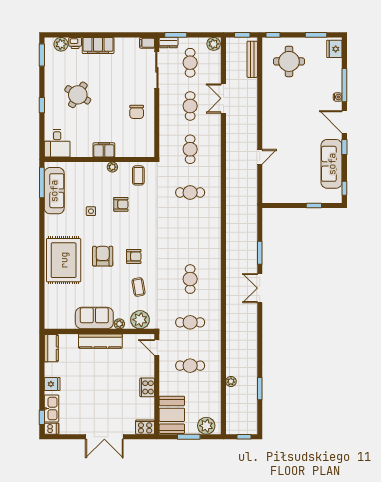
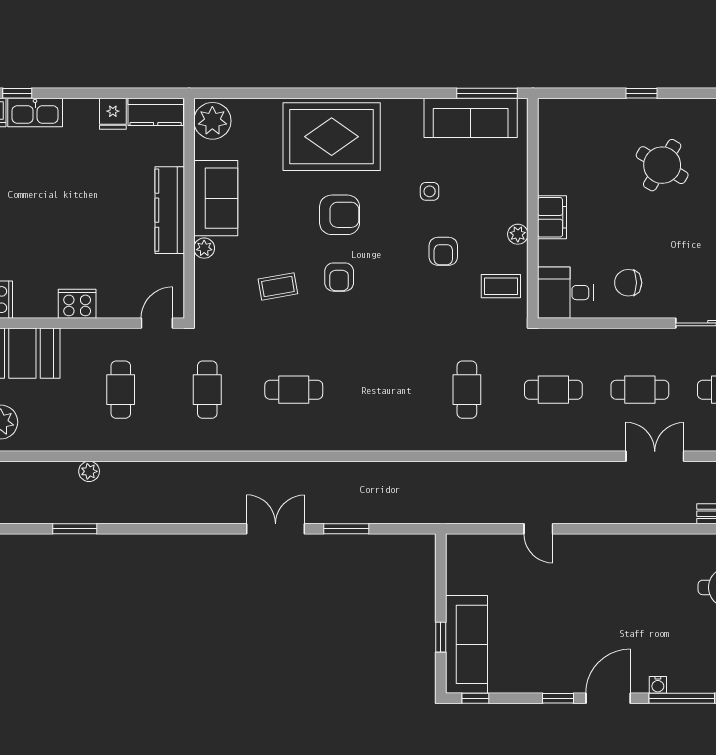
desk: (57, 143) -> (565, 293), moved
sofa: (332, 164) -> (466, 644), moved, turned 90
plant: (140, 320) -> (212, 121), moved
fridge: (52, 384) -> (113, 114), moved

